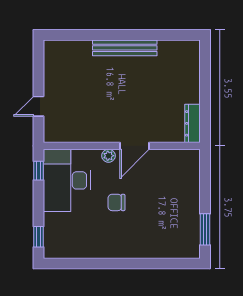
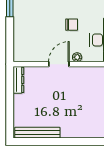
bench: (125, 48) -> (37, 133), moved

